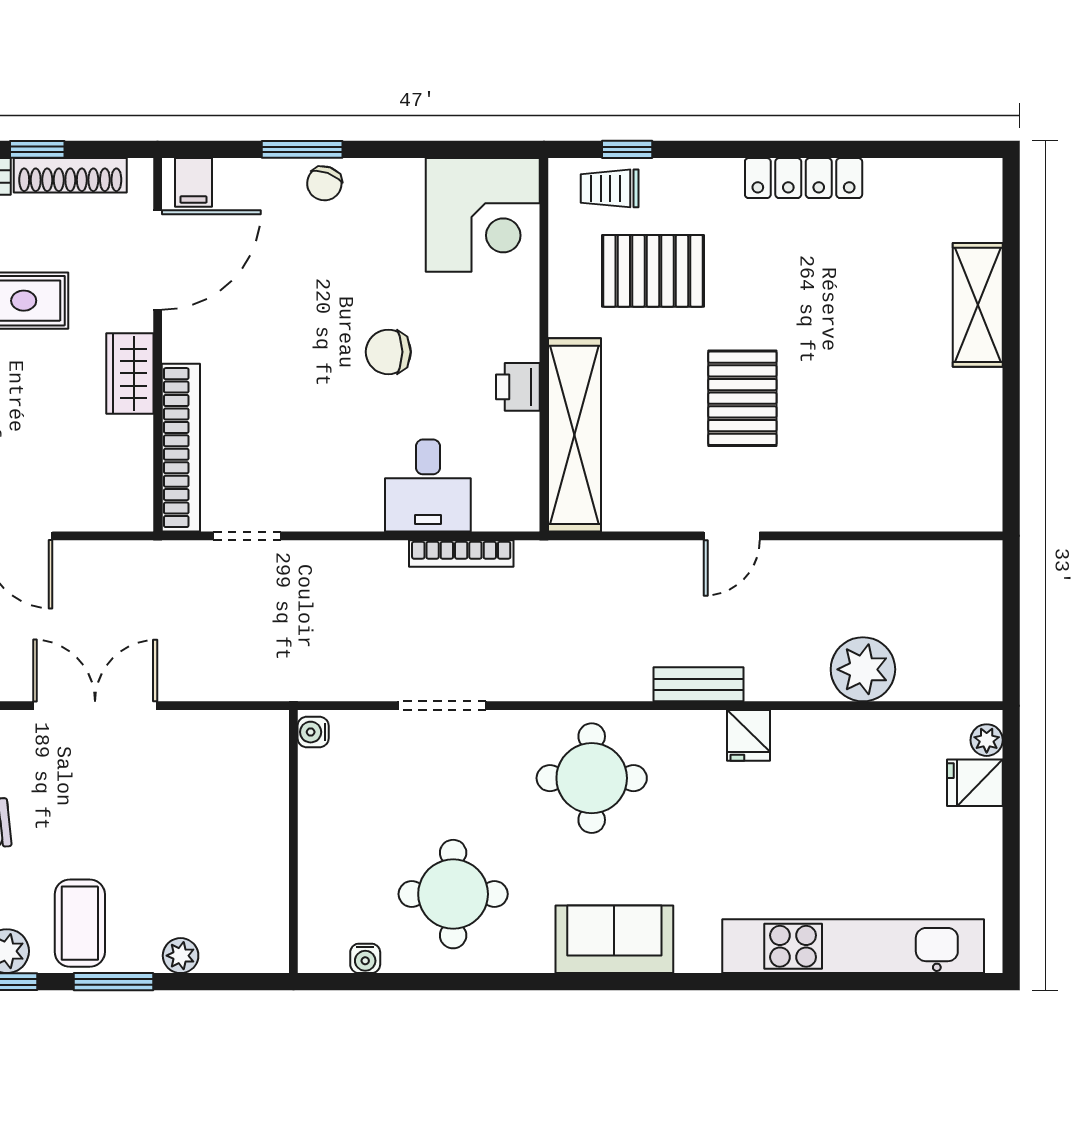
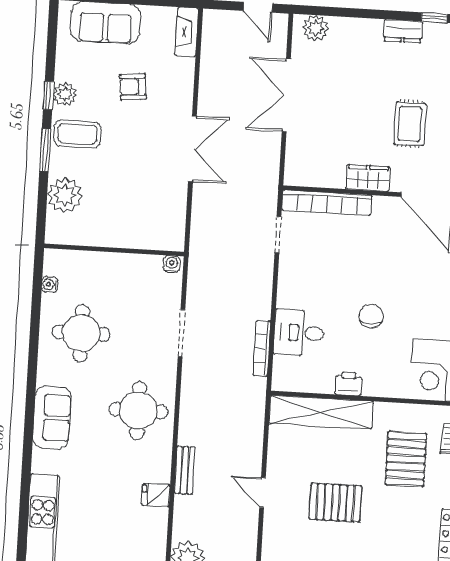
plant: (181, 956) -> (65, 195), width x1.88, depth x1.88

